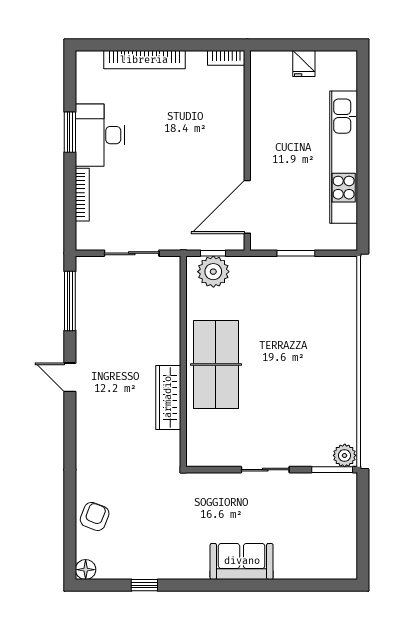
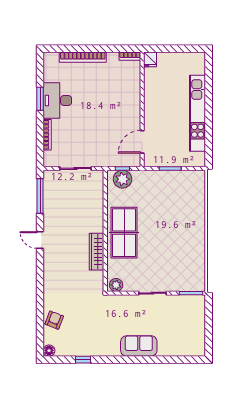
fridge: (304, 64) -> (150, 59), moved
door: (247, 207) -> (142, 142), width x0.73
plant: (345, 455) -> (116, 285), moved

